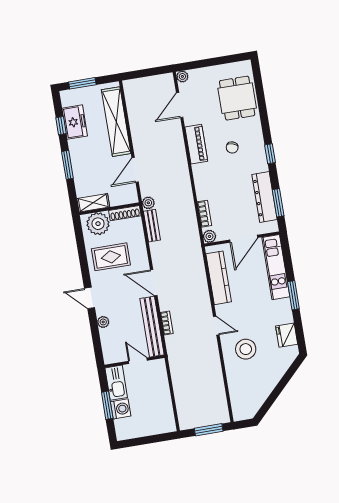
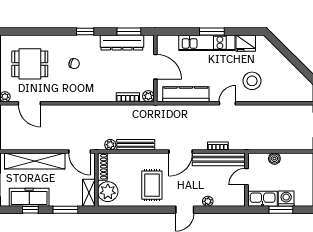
dining table: (237, 98) -> (30, 64), moved
freezer: (75, 122) -> (29, 197), width x1.40
piano: (196, 144) -> (66, 94), removed
shelving: (93, 203) -> (89, 193), moved
wall: (109, 209) -> (96, 180), moved
shoe rack: (125, 213) -> (102, 167), moved
plant: (98, 224) -> (108, 192), moved
bench: (152, 226) -> (136, 145), width x1.36
kitchen unit: (276, 267) -> (207, 43), moved
boiler: (163, 388) -> (274, 159), added

